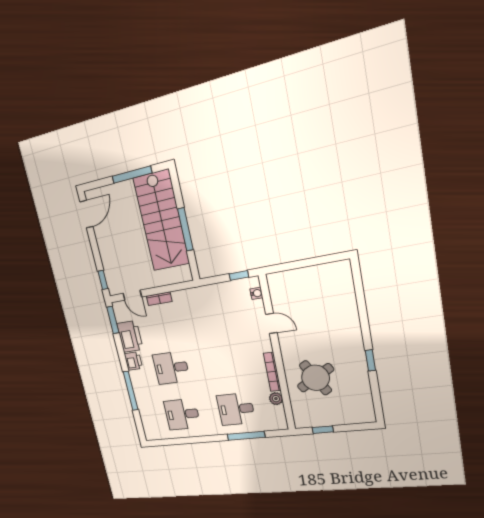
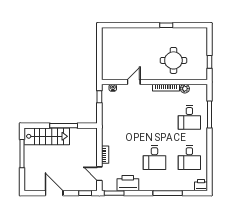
door: (86, 214) -> (54, 193), moved
stairs: (161, 221) -> (47, 136), width x0.73, depth x0.66
door: (132, 295) -> (99, 174), swing flipped
printer: (133, 361) -> (201, 185), moved
round table: (316, 378) -> (173, 60), turned 30

